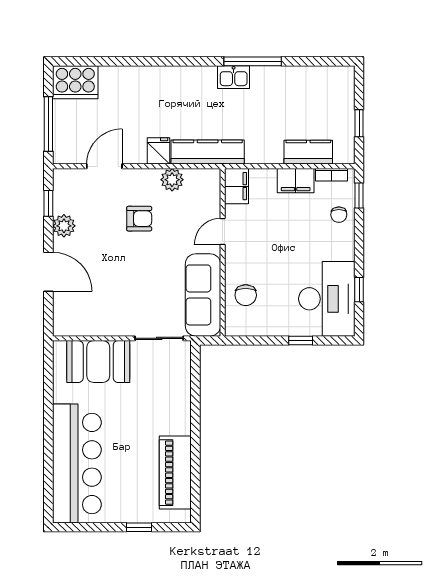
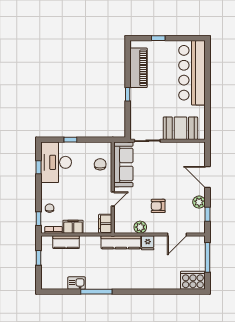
kitchen sink: (234, 77) -> (77, 283), moved
window: (195, 424) -> (128, 94), added

